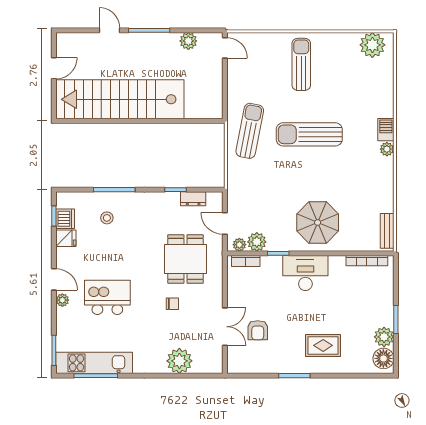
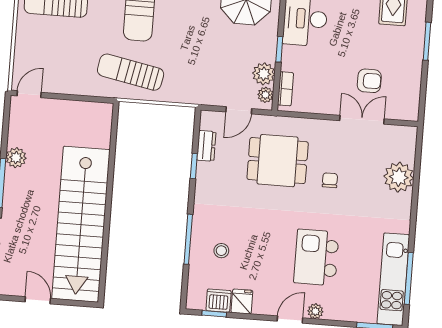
plant: (188, 41) -> (16, 158), moved

